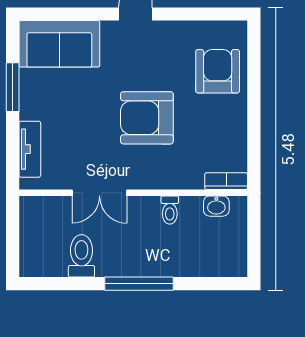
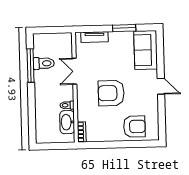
armchair: (147, 118) -> (111, 93), turned -90
washbasin: (216, 206) -> (67, 122), width x1.91, depth x1.45
window: (139, 284) -> (31, 66), moved

